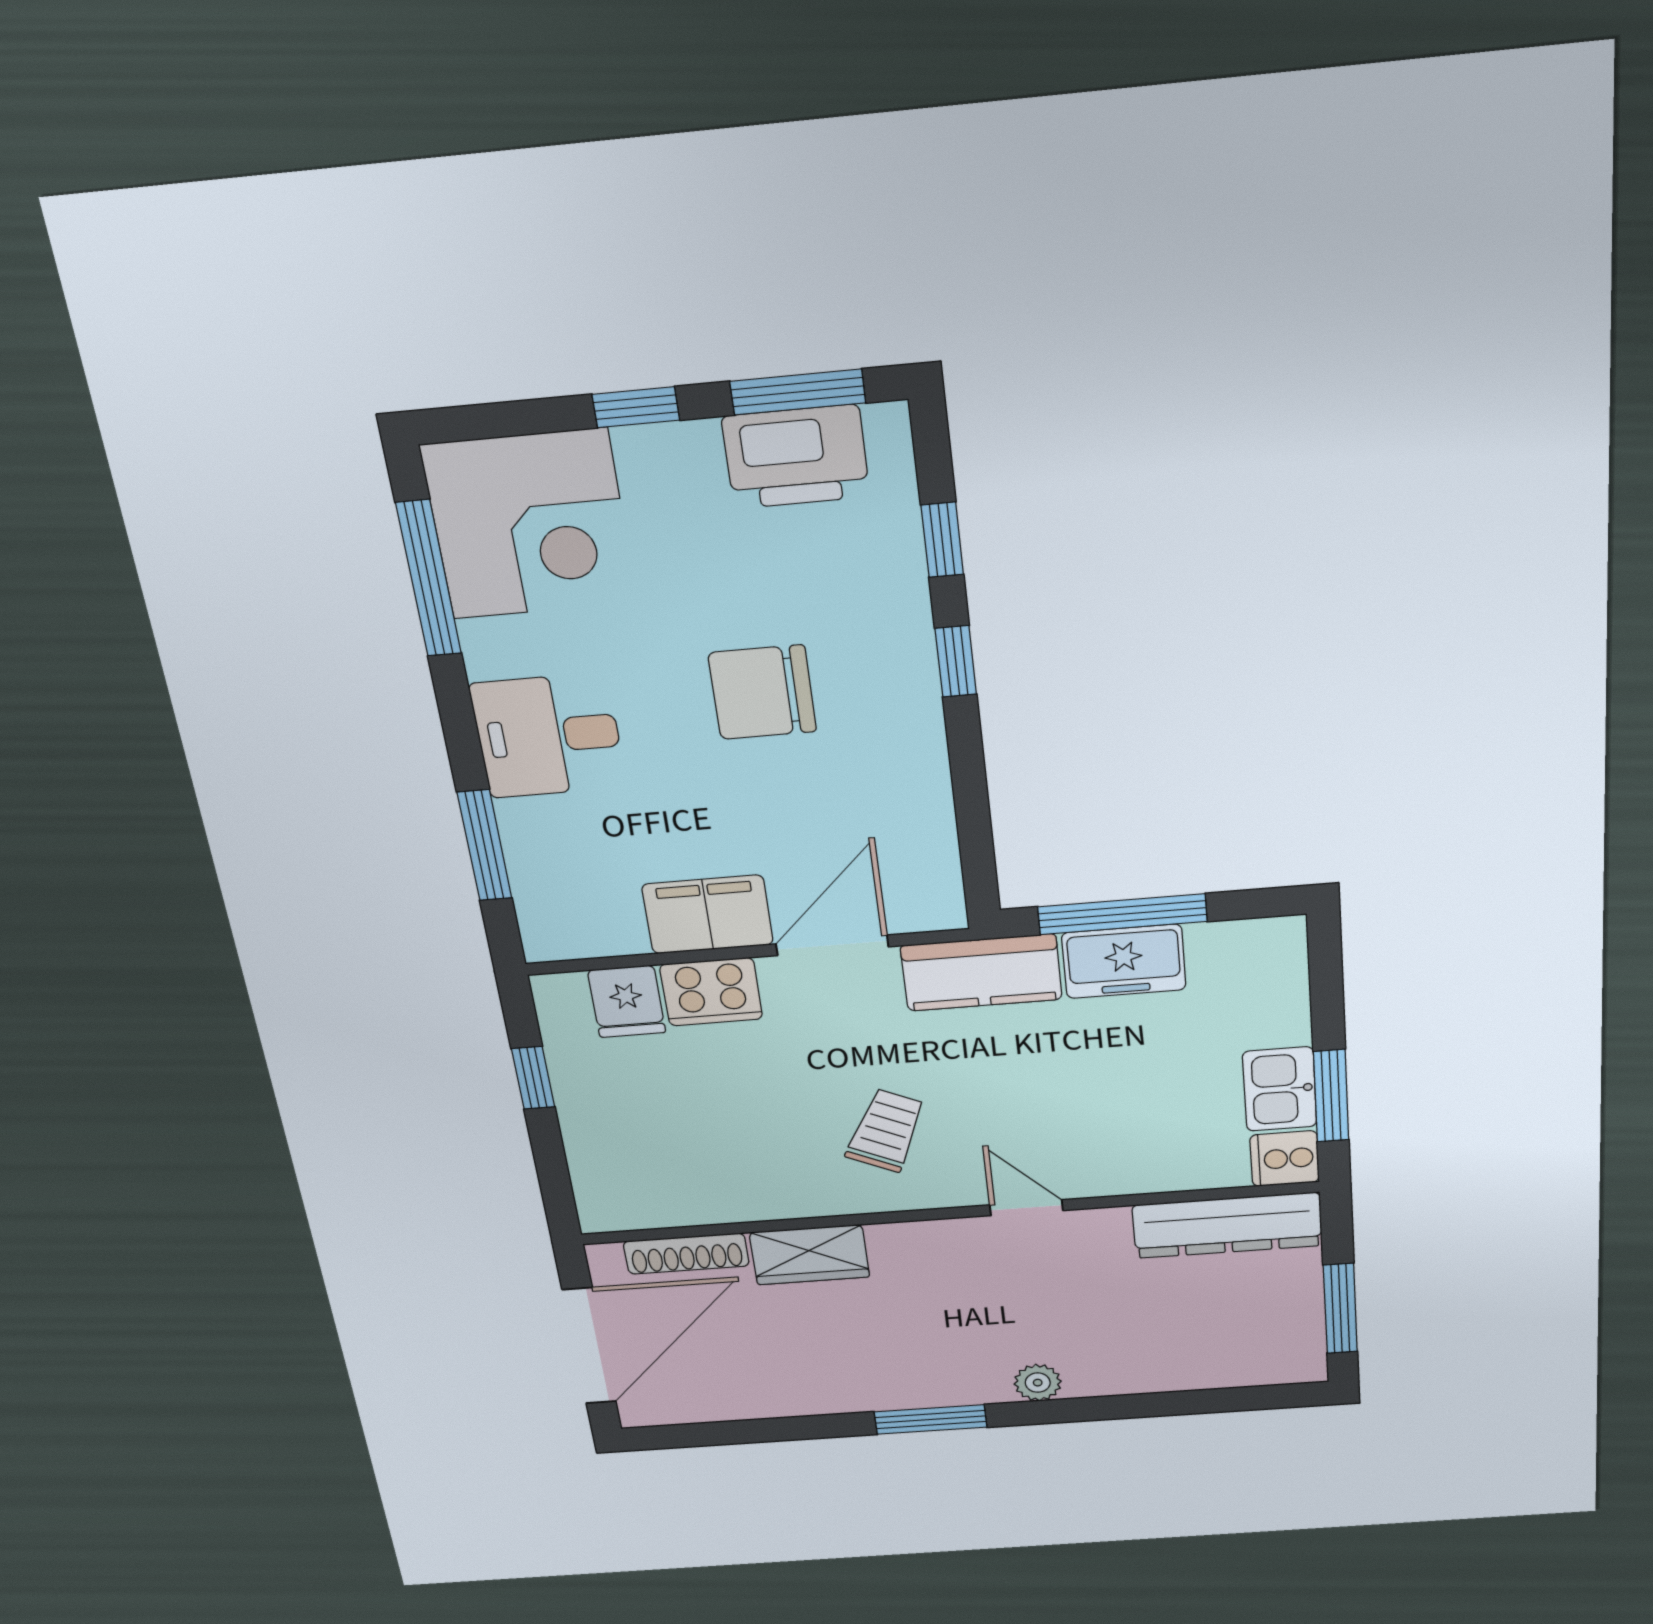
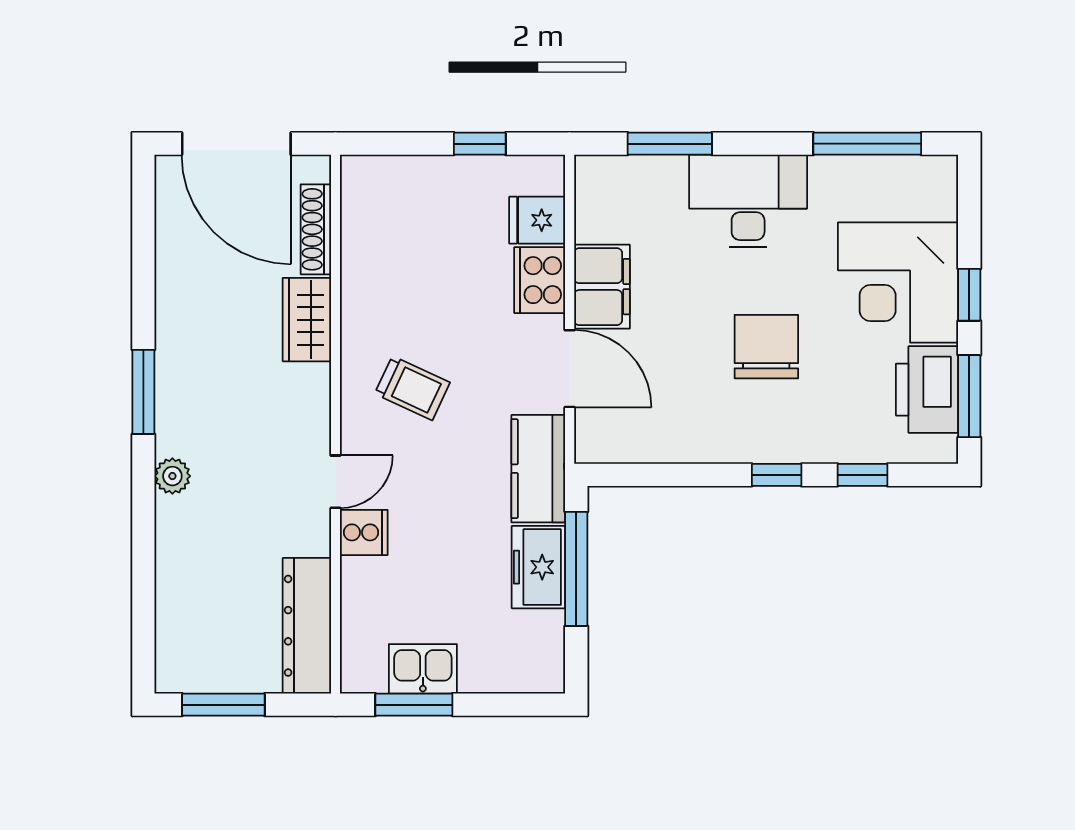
corner desk: (529, 525) -> (898, 283), moved
desk: (548, 736) -> (748, 201), width x1.37
cooker: (1285, 1159) -> (364, 532), moved, turned 90

